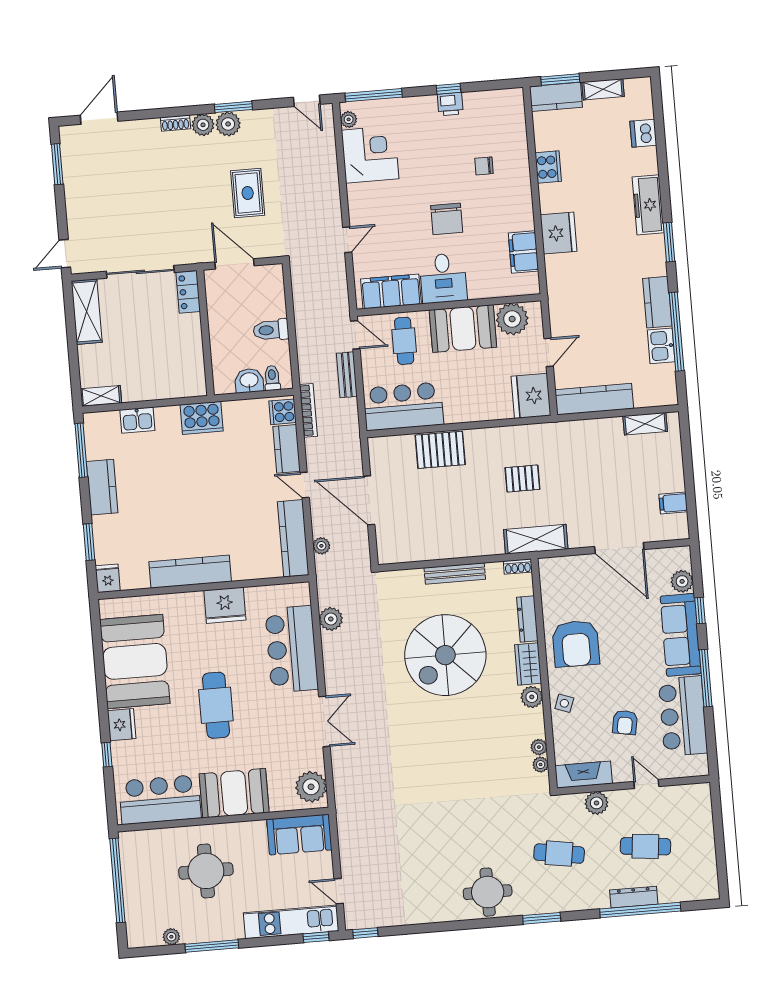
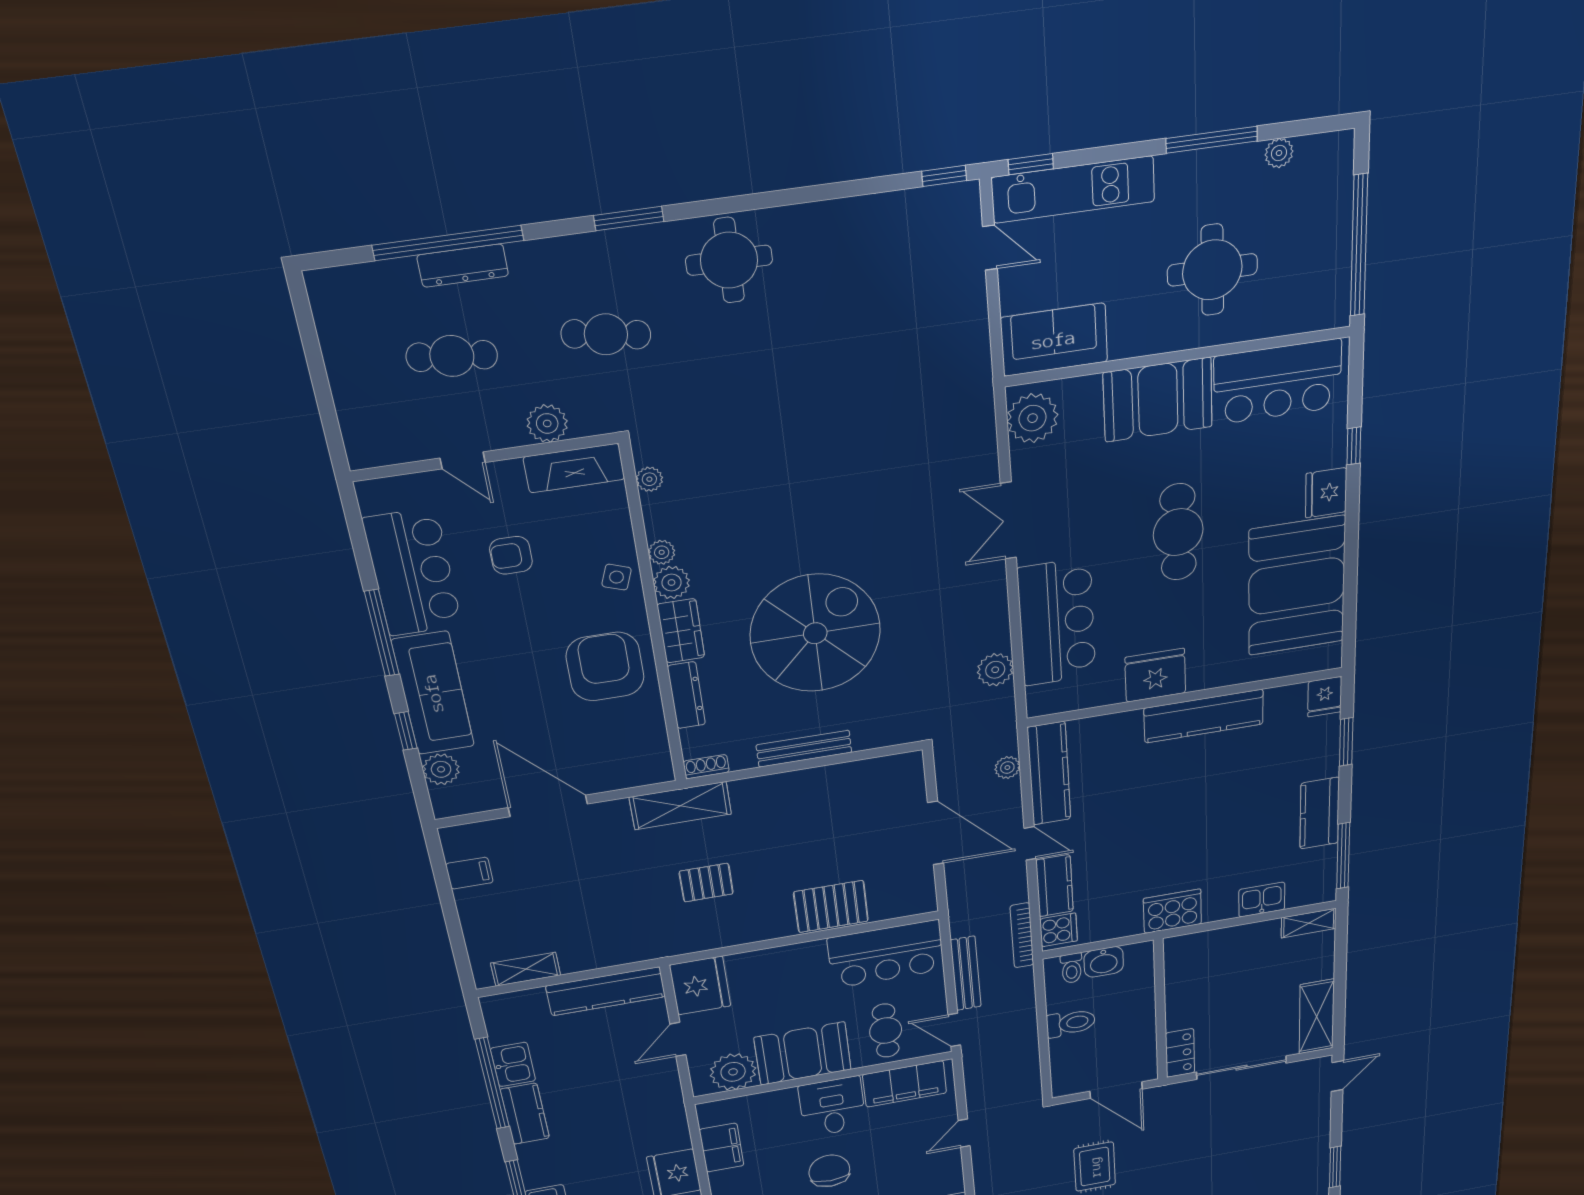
bench: (347, 375) -> (966, 973), width x1.36
armchair: (625, 722) -> (511, 555), turned -100
plant: (539, 747) -> (662, 552), moved

